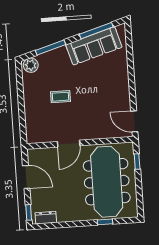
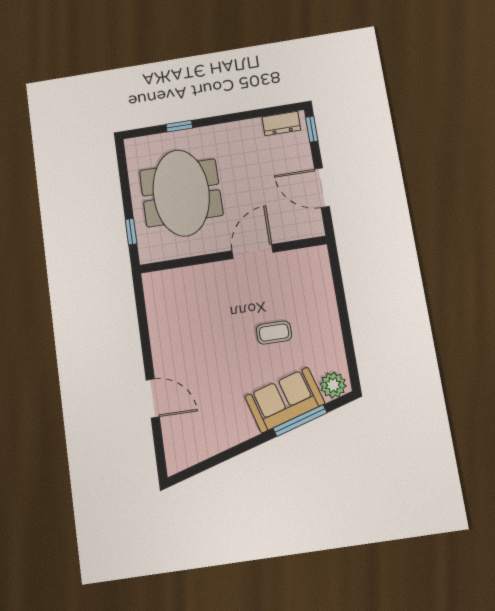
window: (96, 31) -> (219, 459), removed
sofa: (94, 46) -> (285, 400), moved, width x0.73
door: (134, 121) -> (153, 398), moved
meeting table: (107, 182) -> (181, 193), width x0.73

